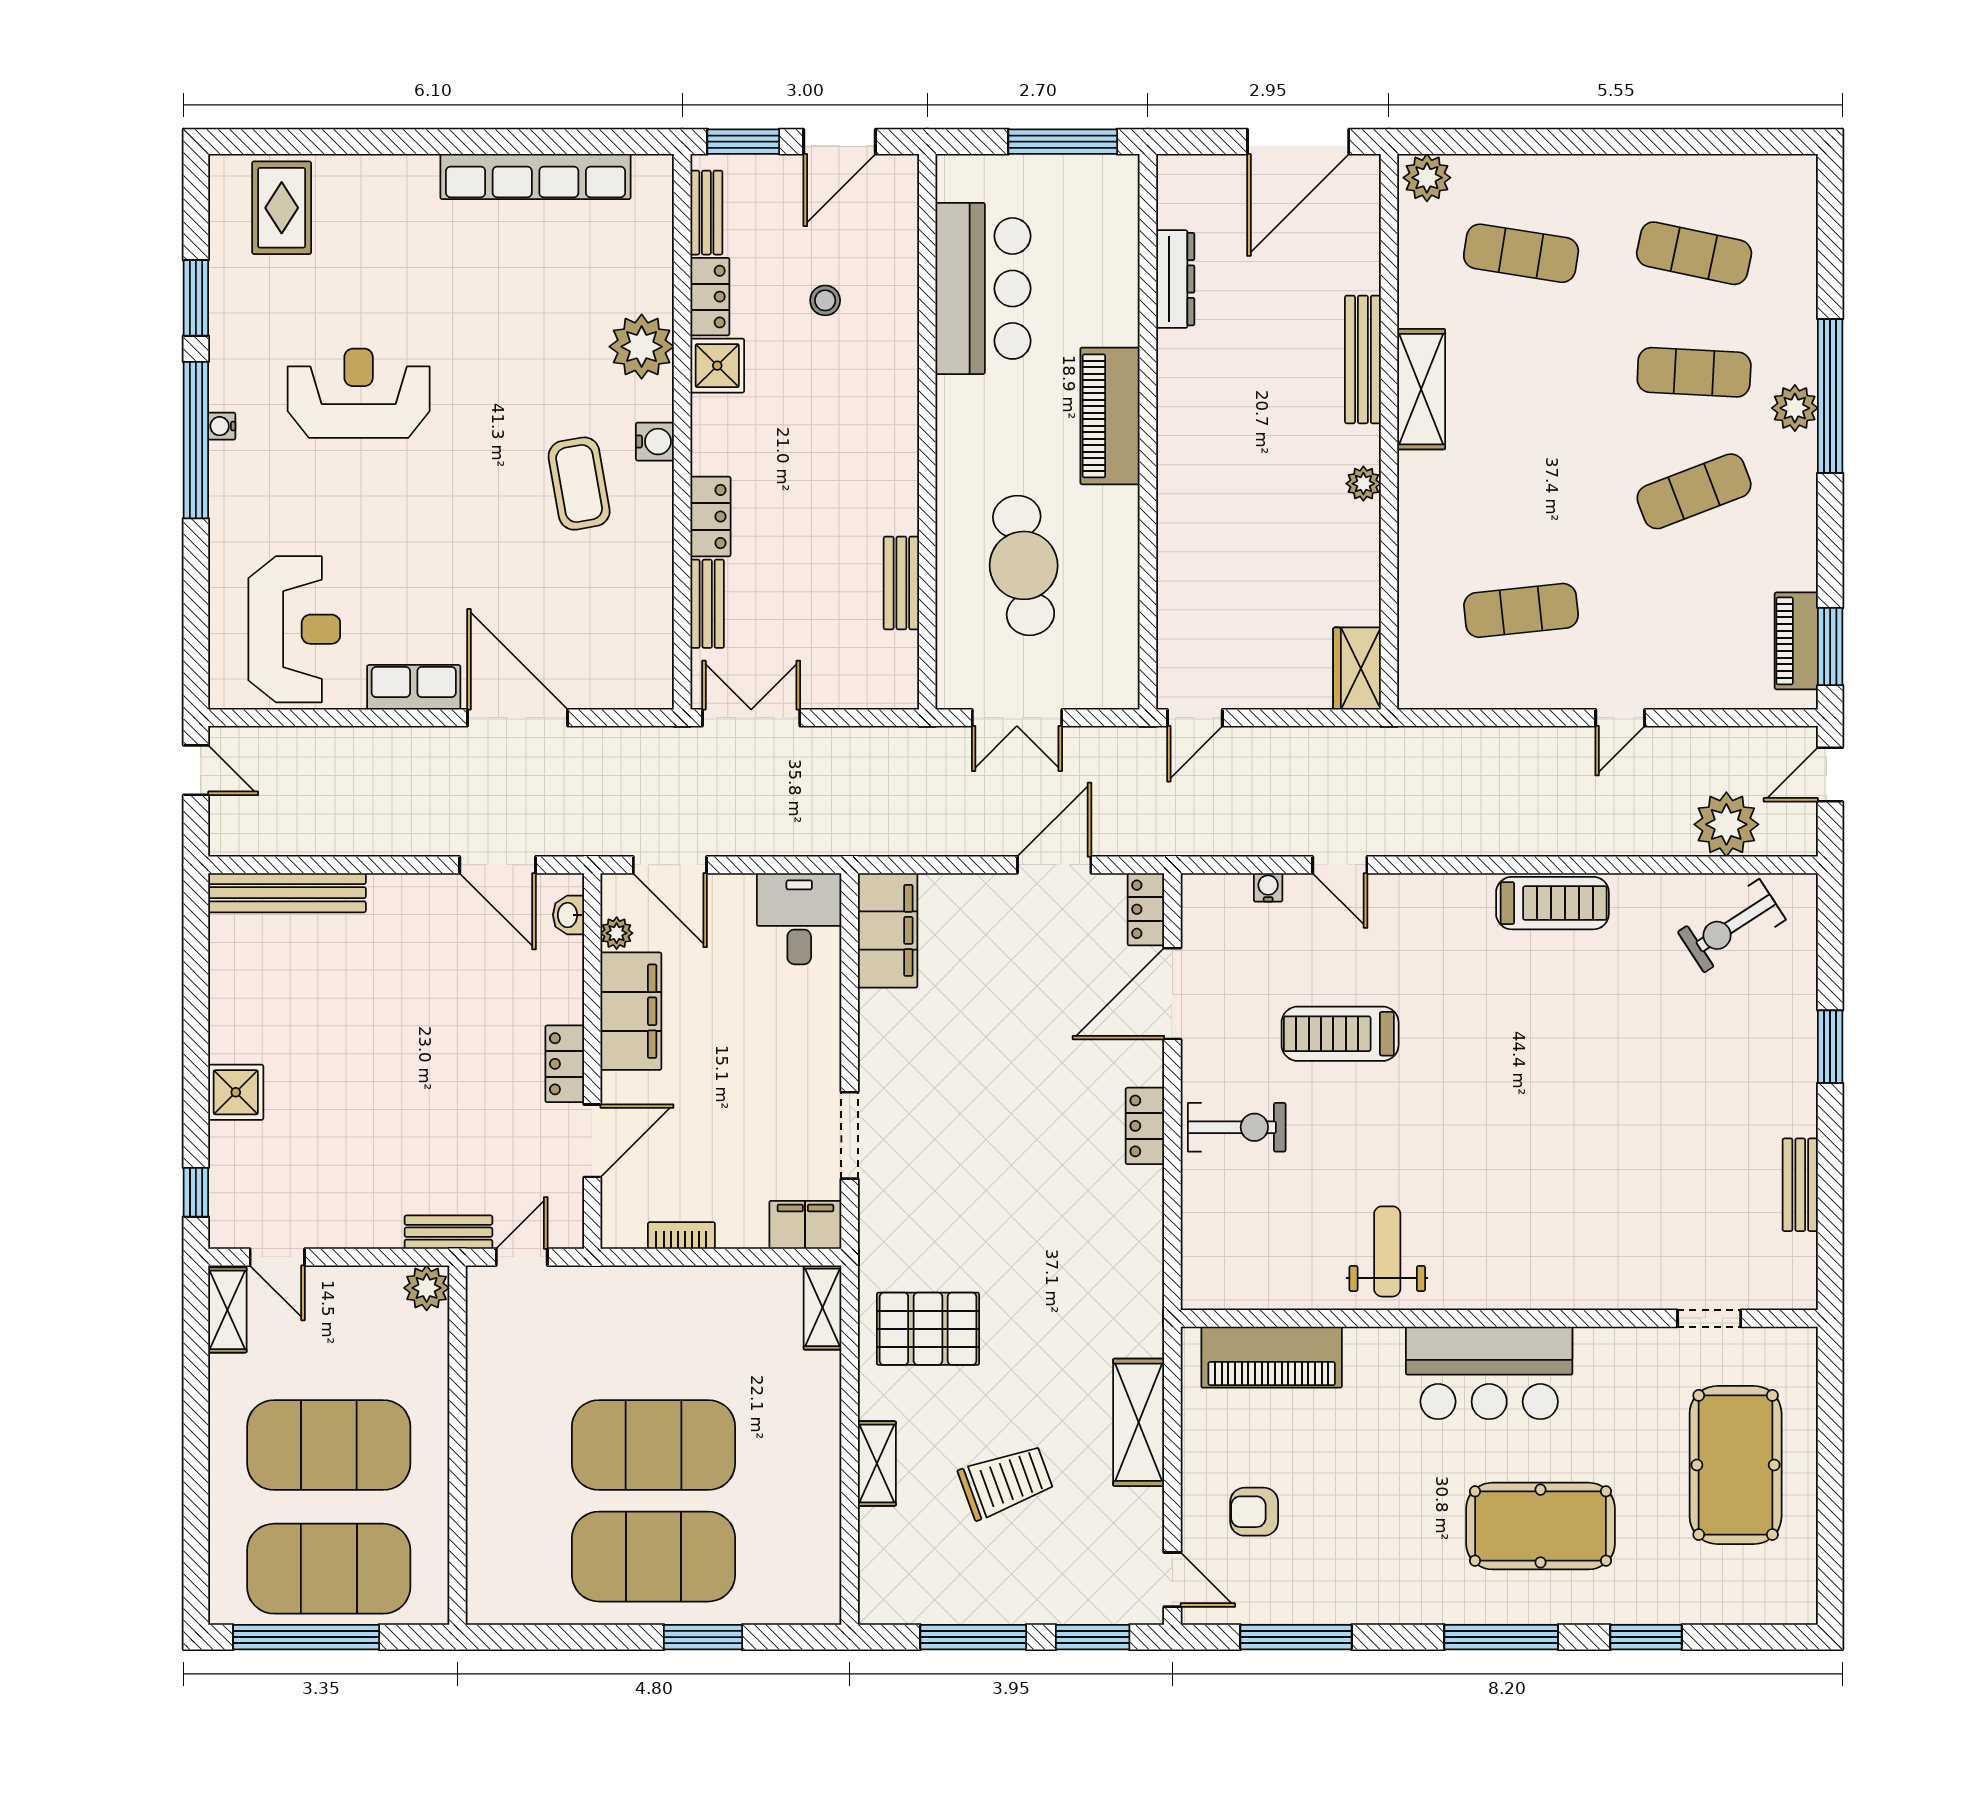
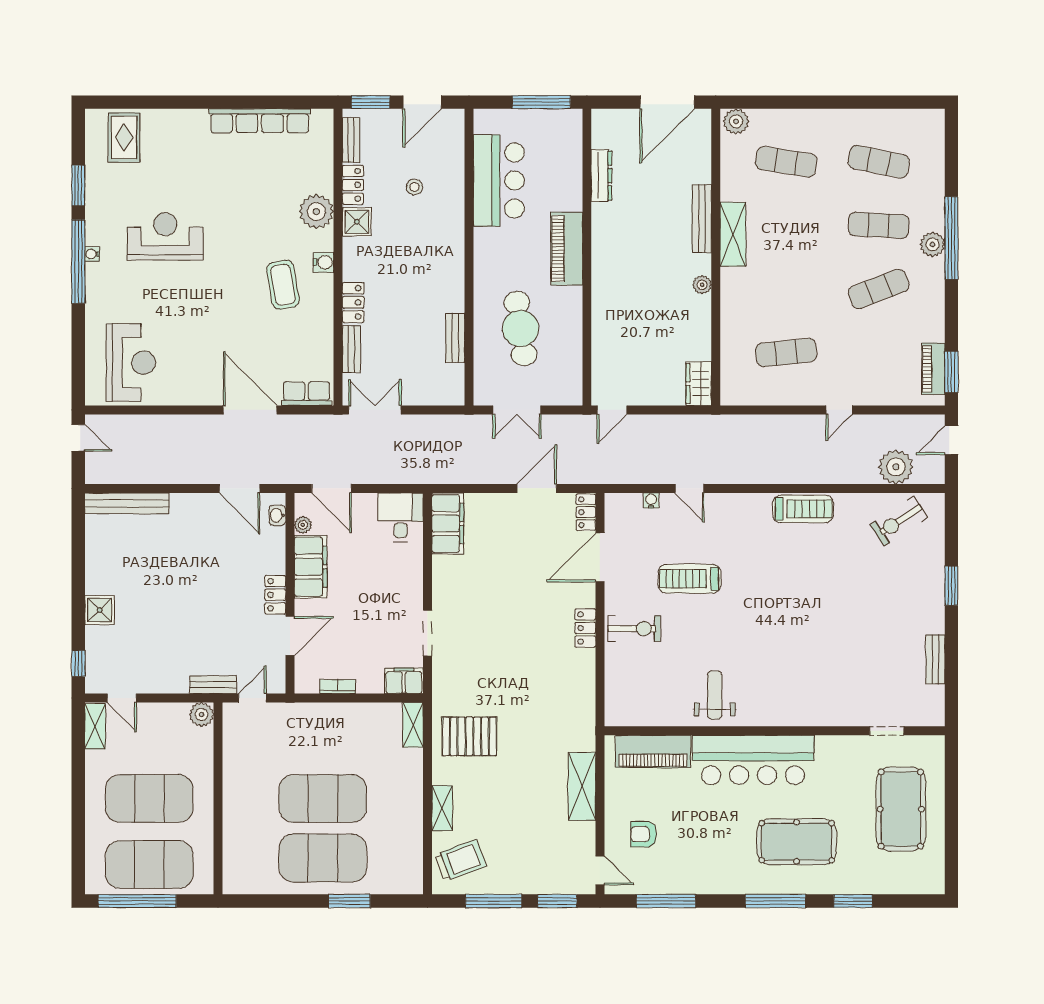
row of seats: (414, 687) -> (307, 394), moved
bar counter: (1489, 1373) -> (753, 760), width x1.36
trolley: (1006, 1482) -> (460, 860), moved

